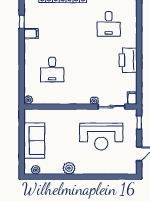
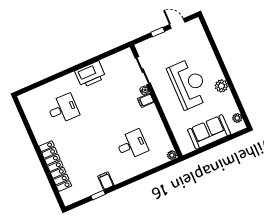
filing cabinet: (132, 98) -> (146, 100), moved
window: (139, 122) -> (158, 32), moved
reception desk: (101, 136) -> (189, 84), moved

